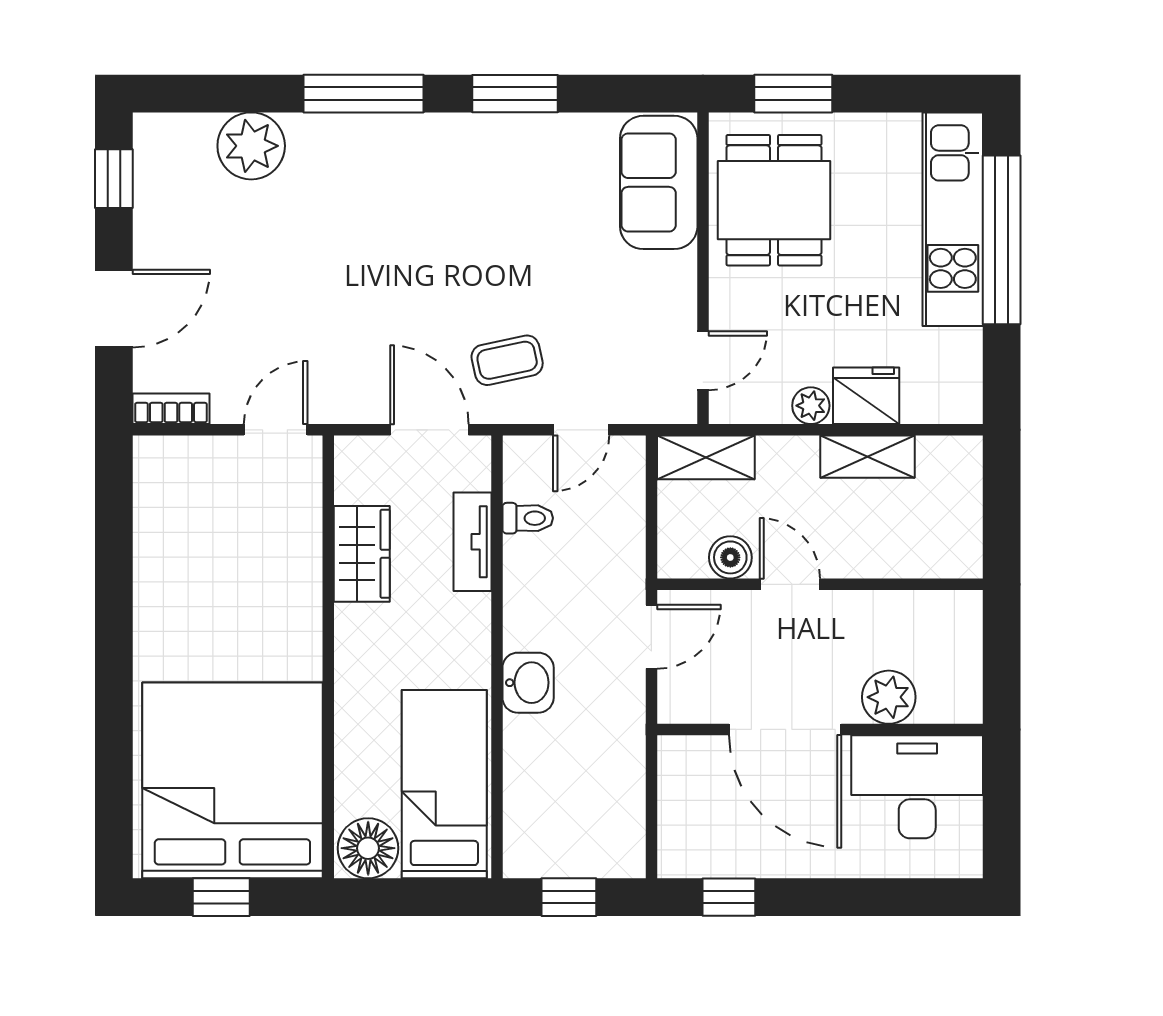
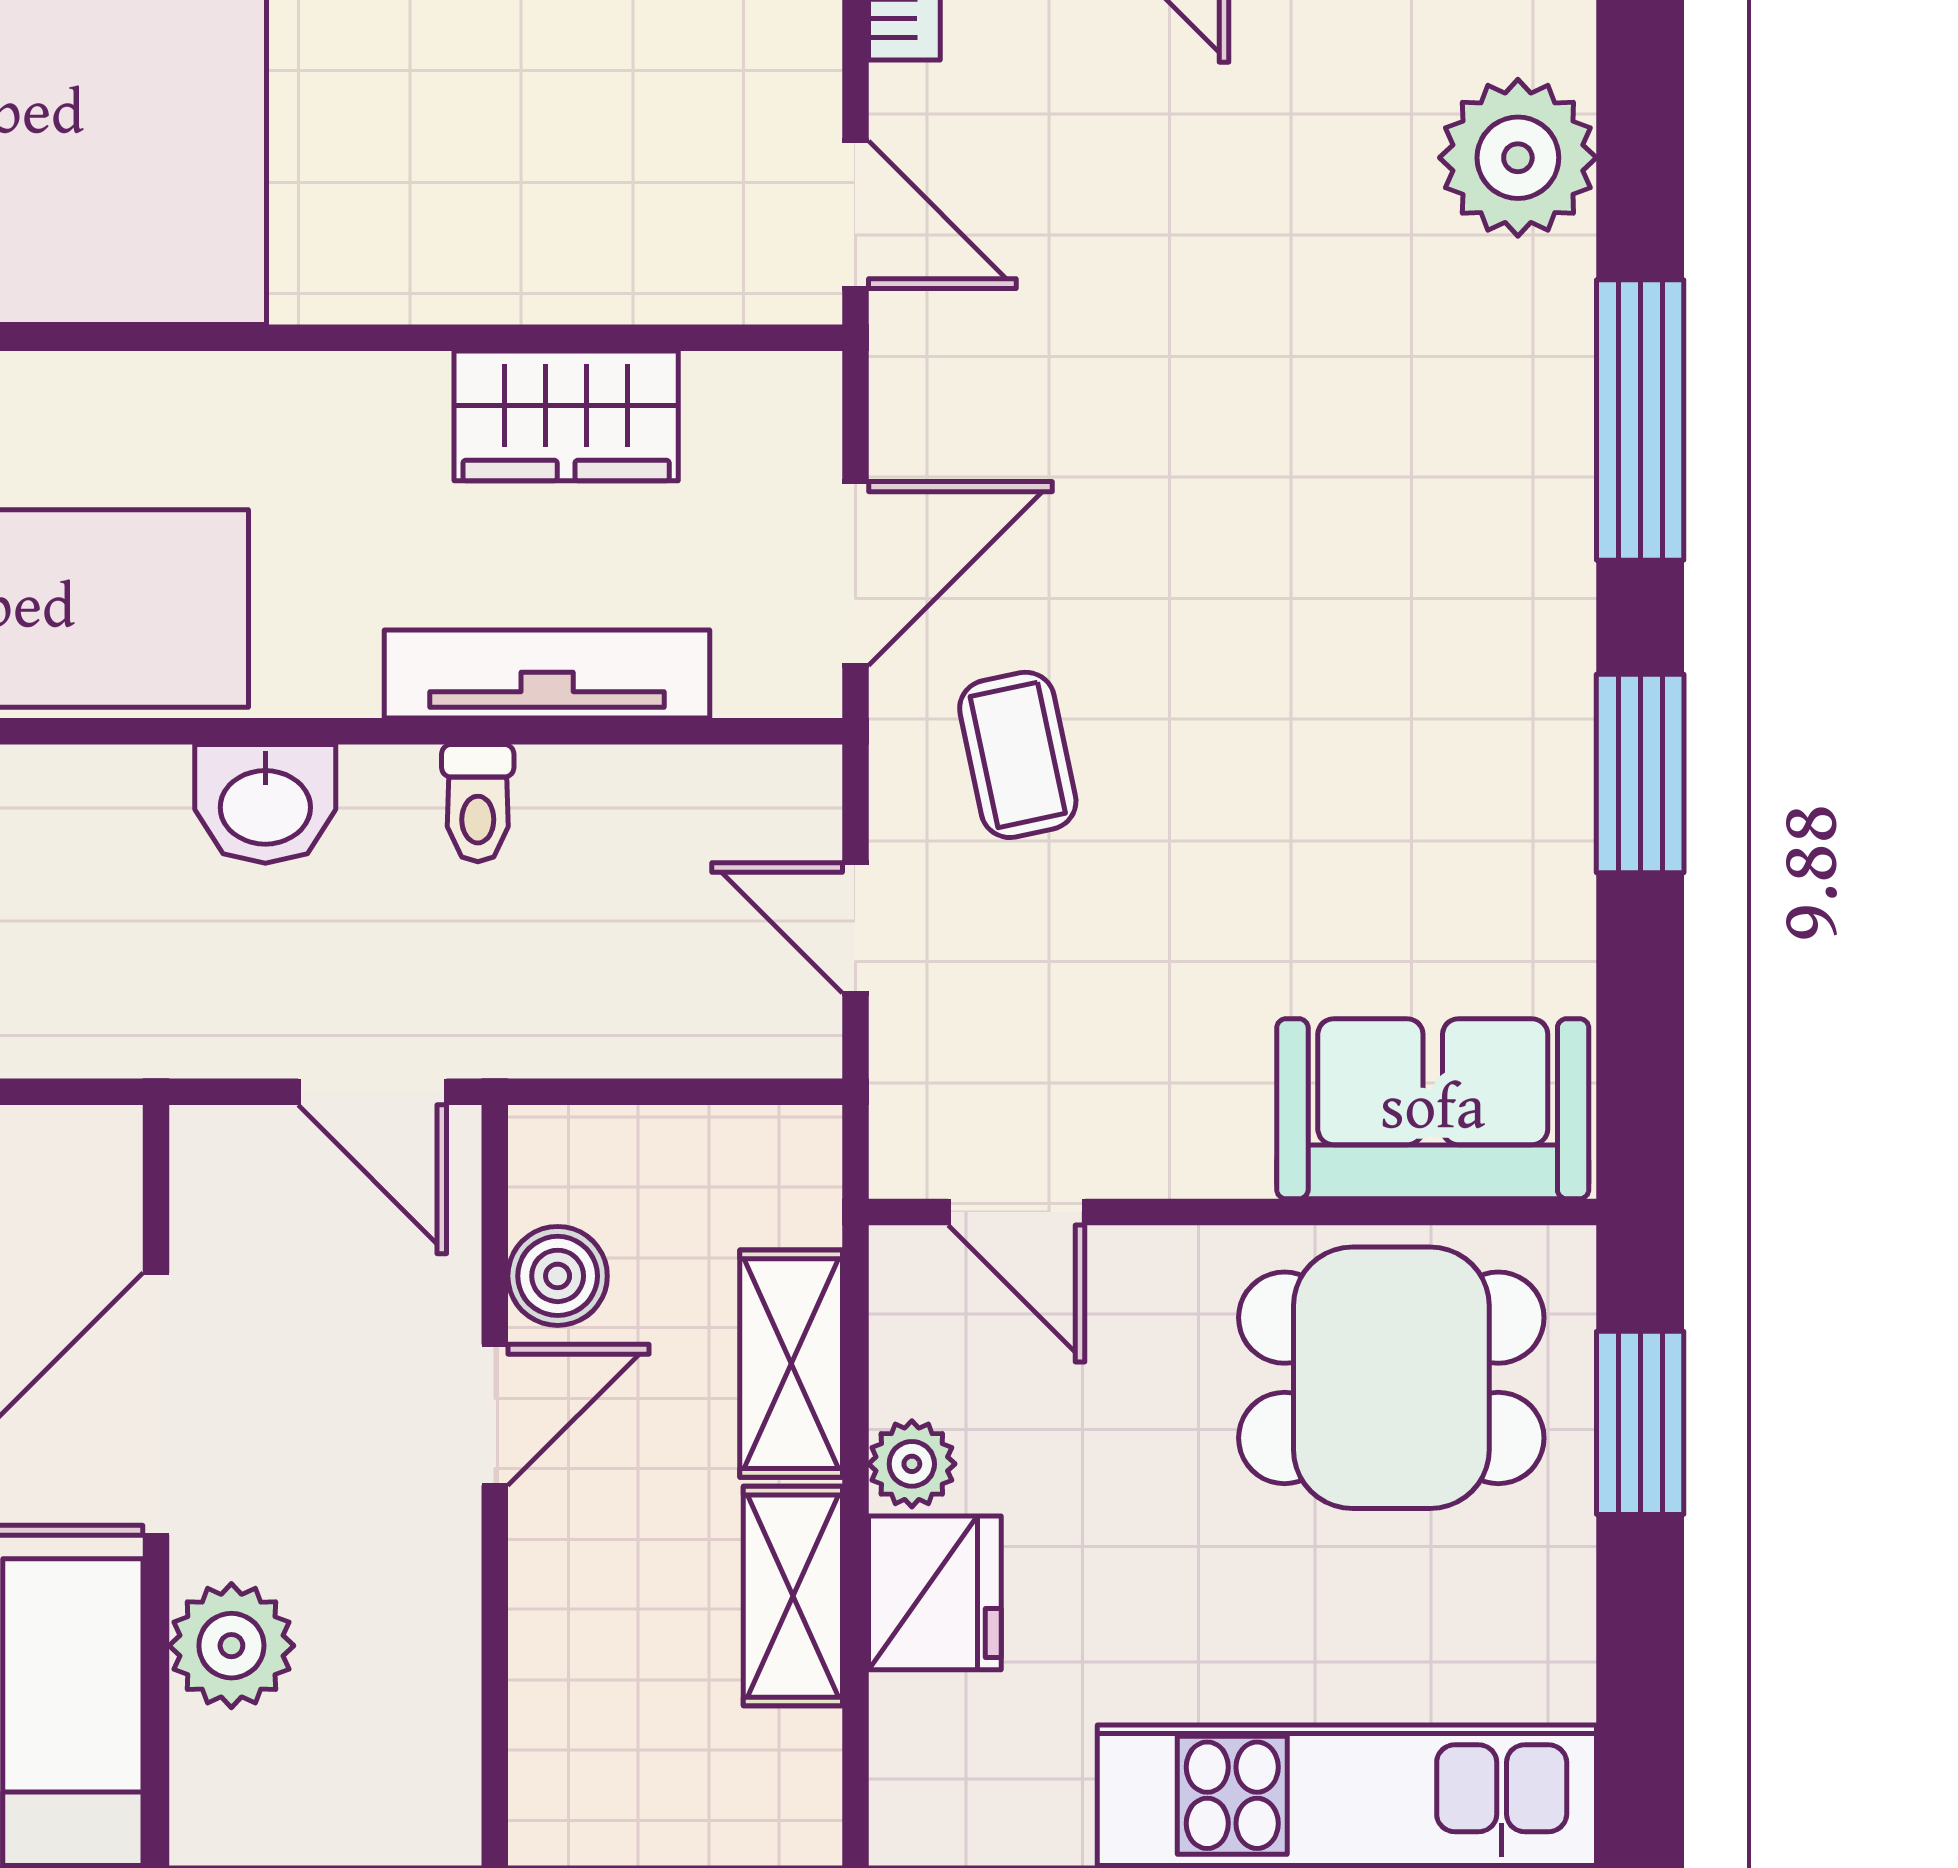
shelving: (706, 457) -> (791, 1364), moved
toilet: (528, 518) -> (478, 803), moved
tv unit: (472, 542) -> (547, 674), width x1.41

